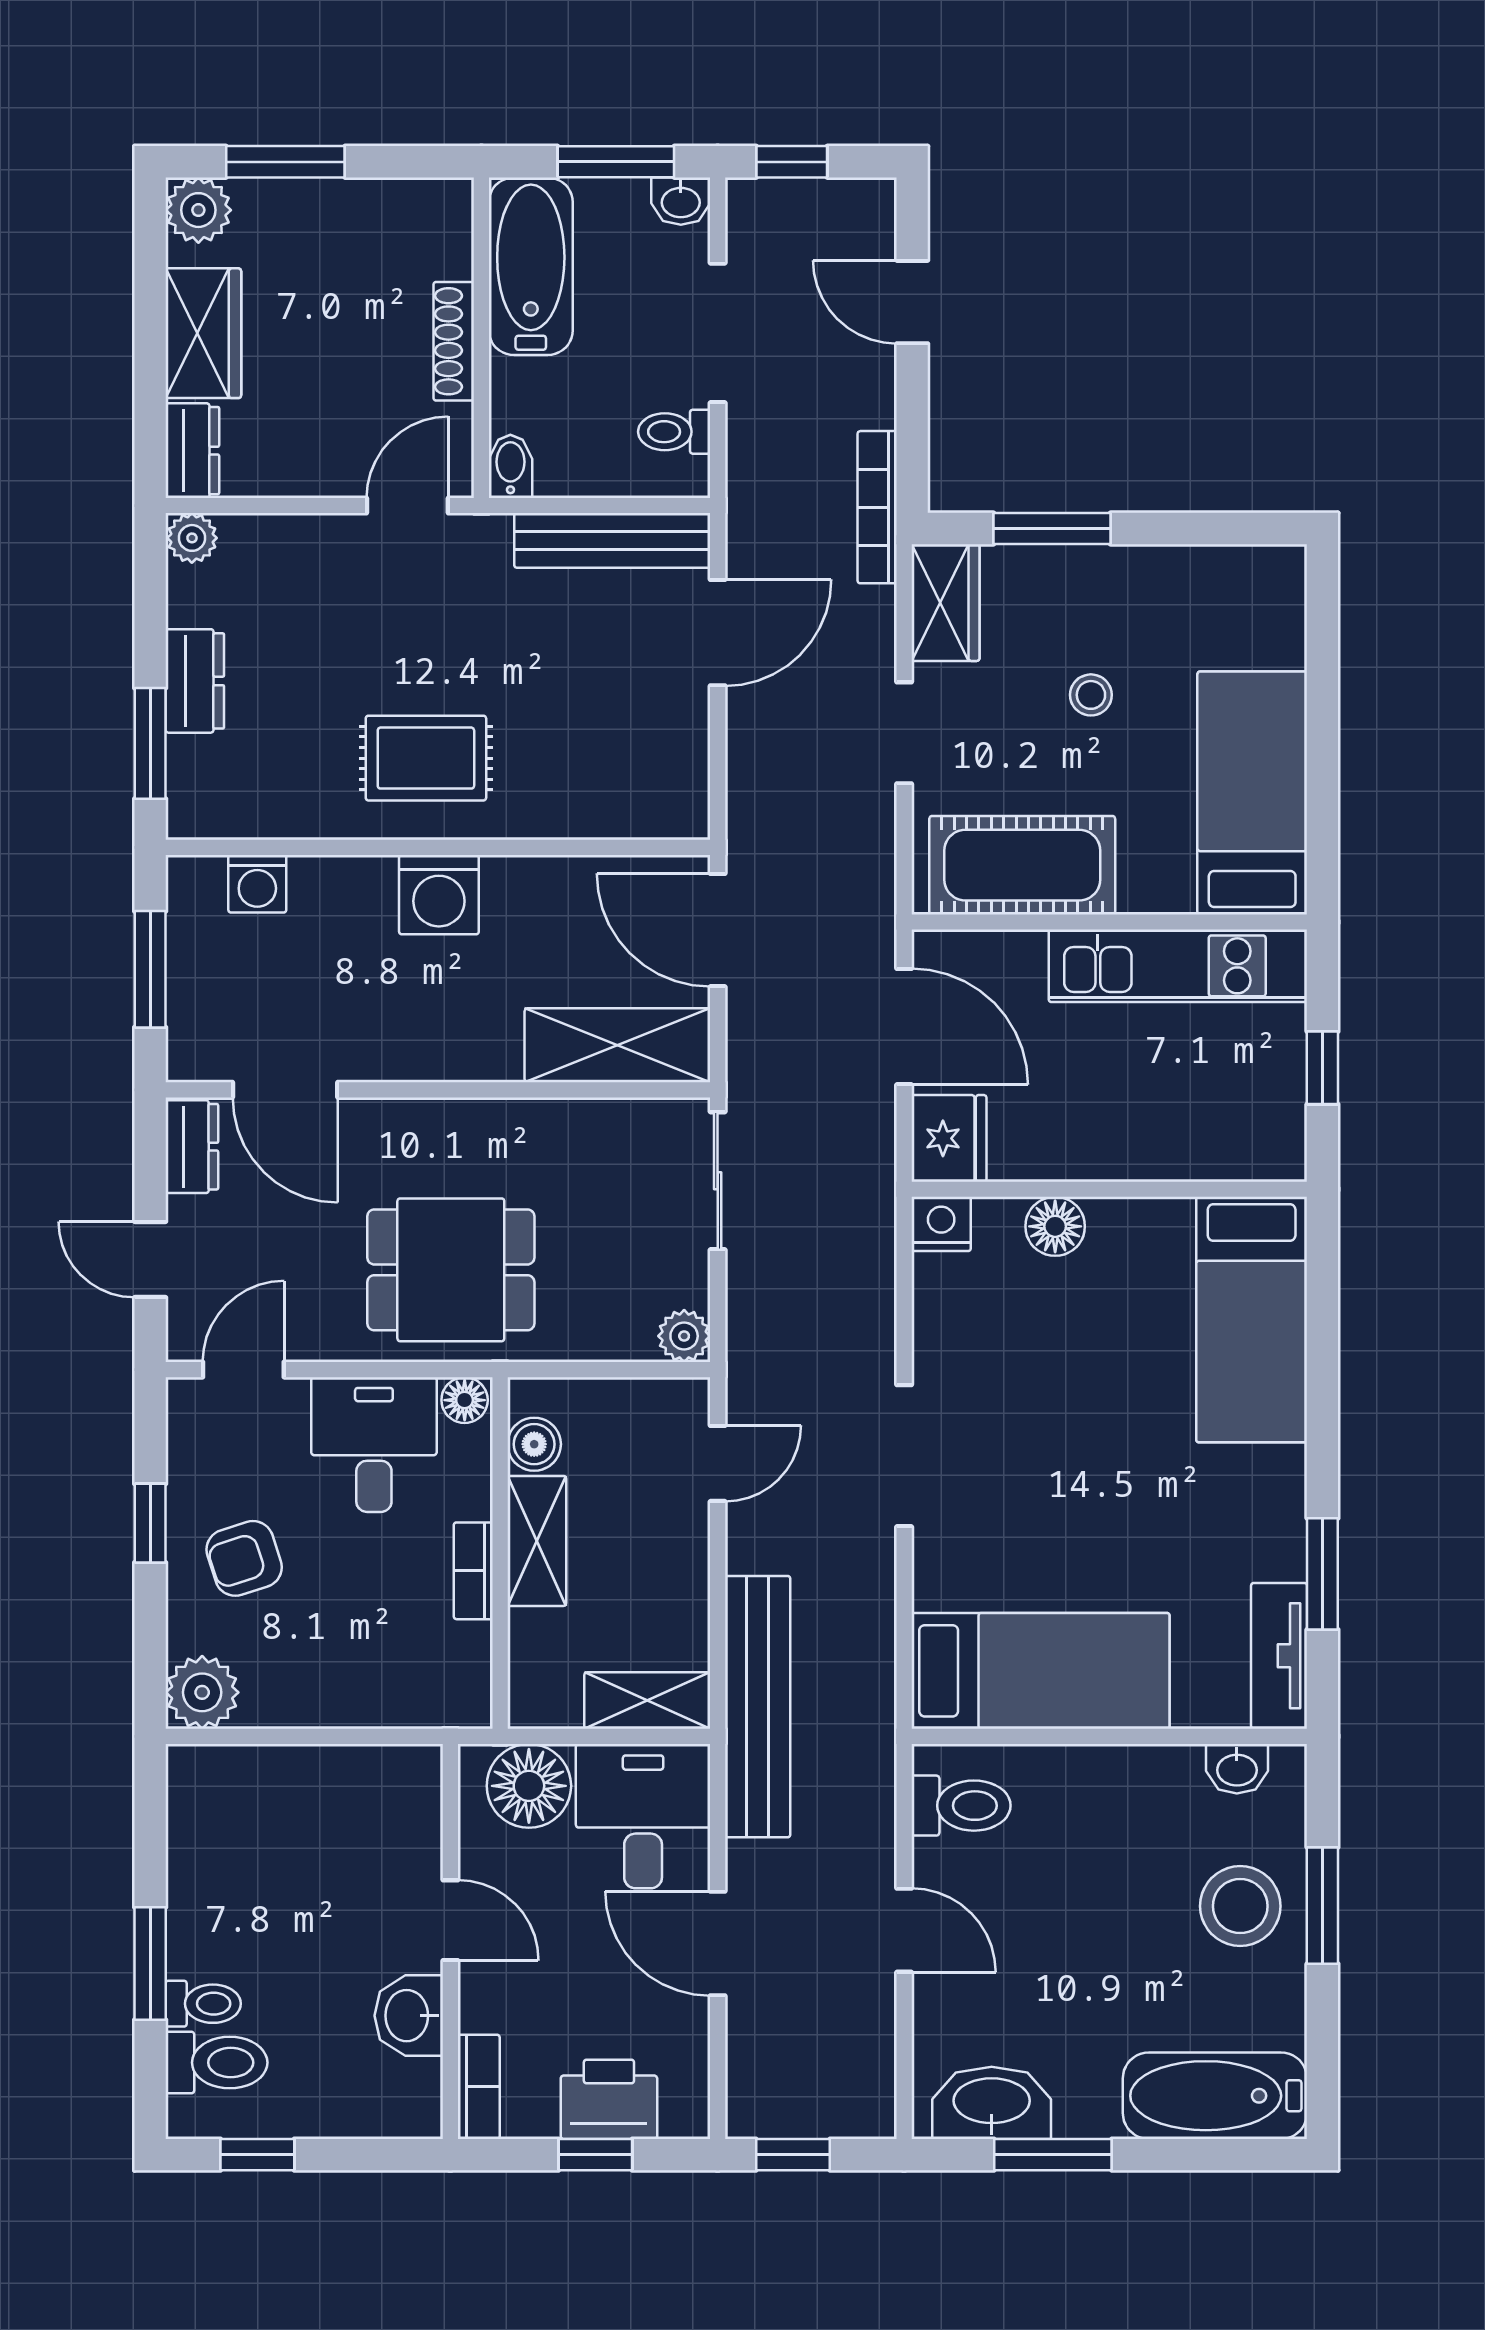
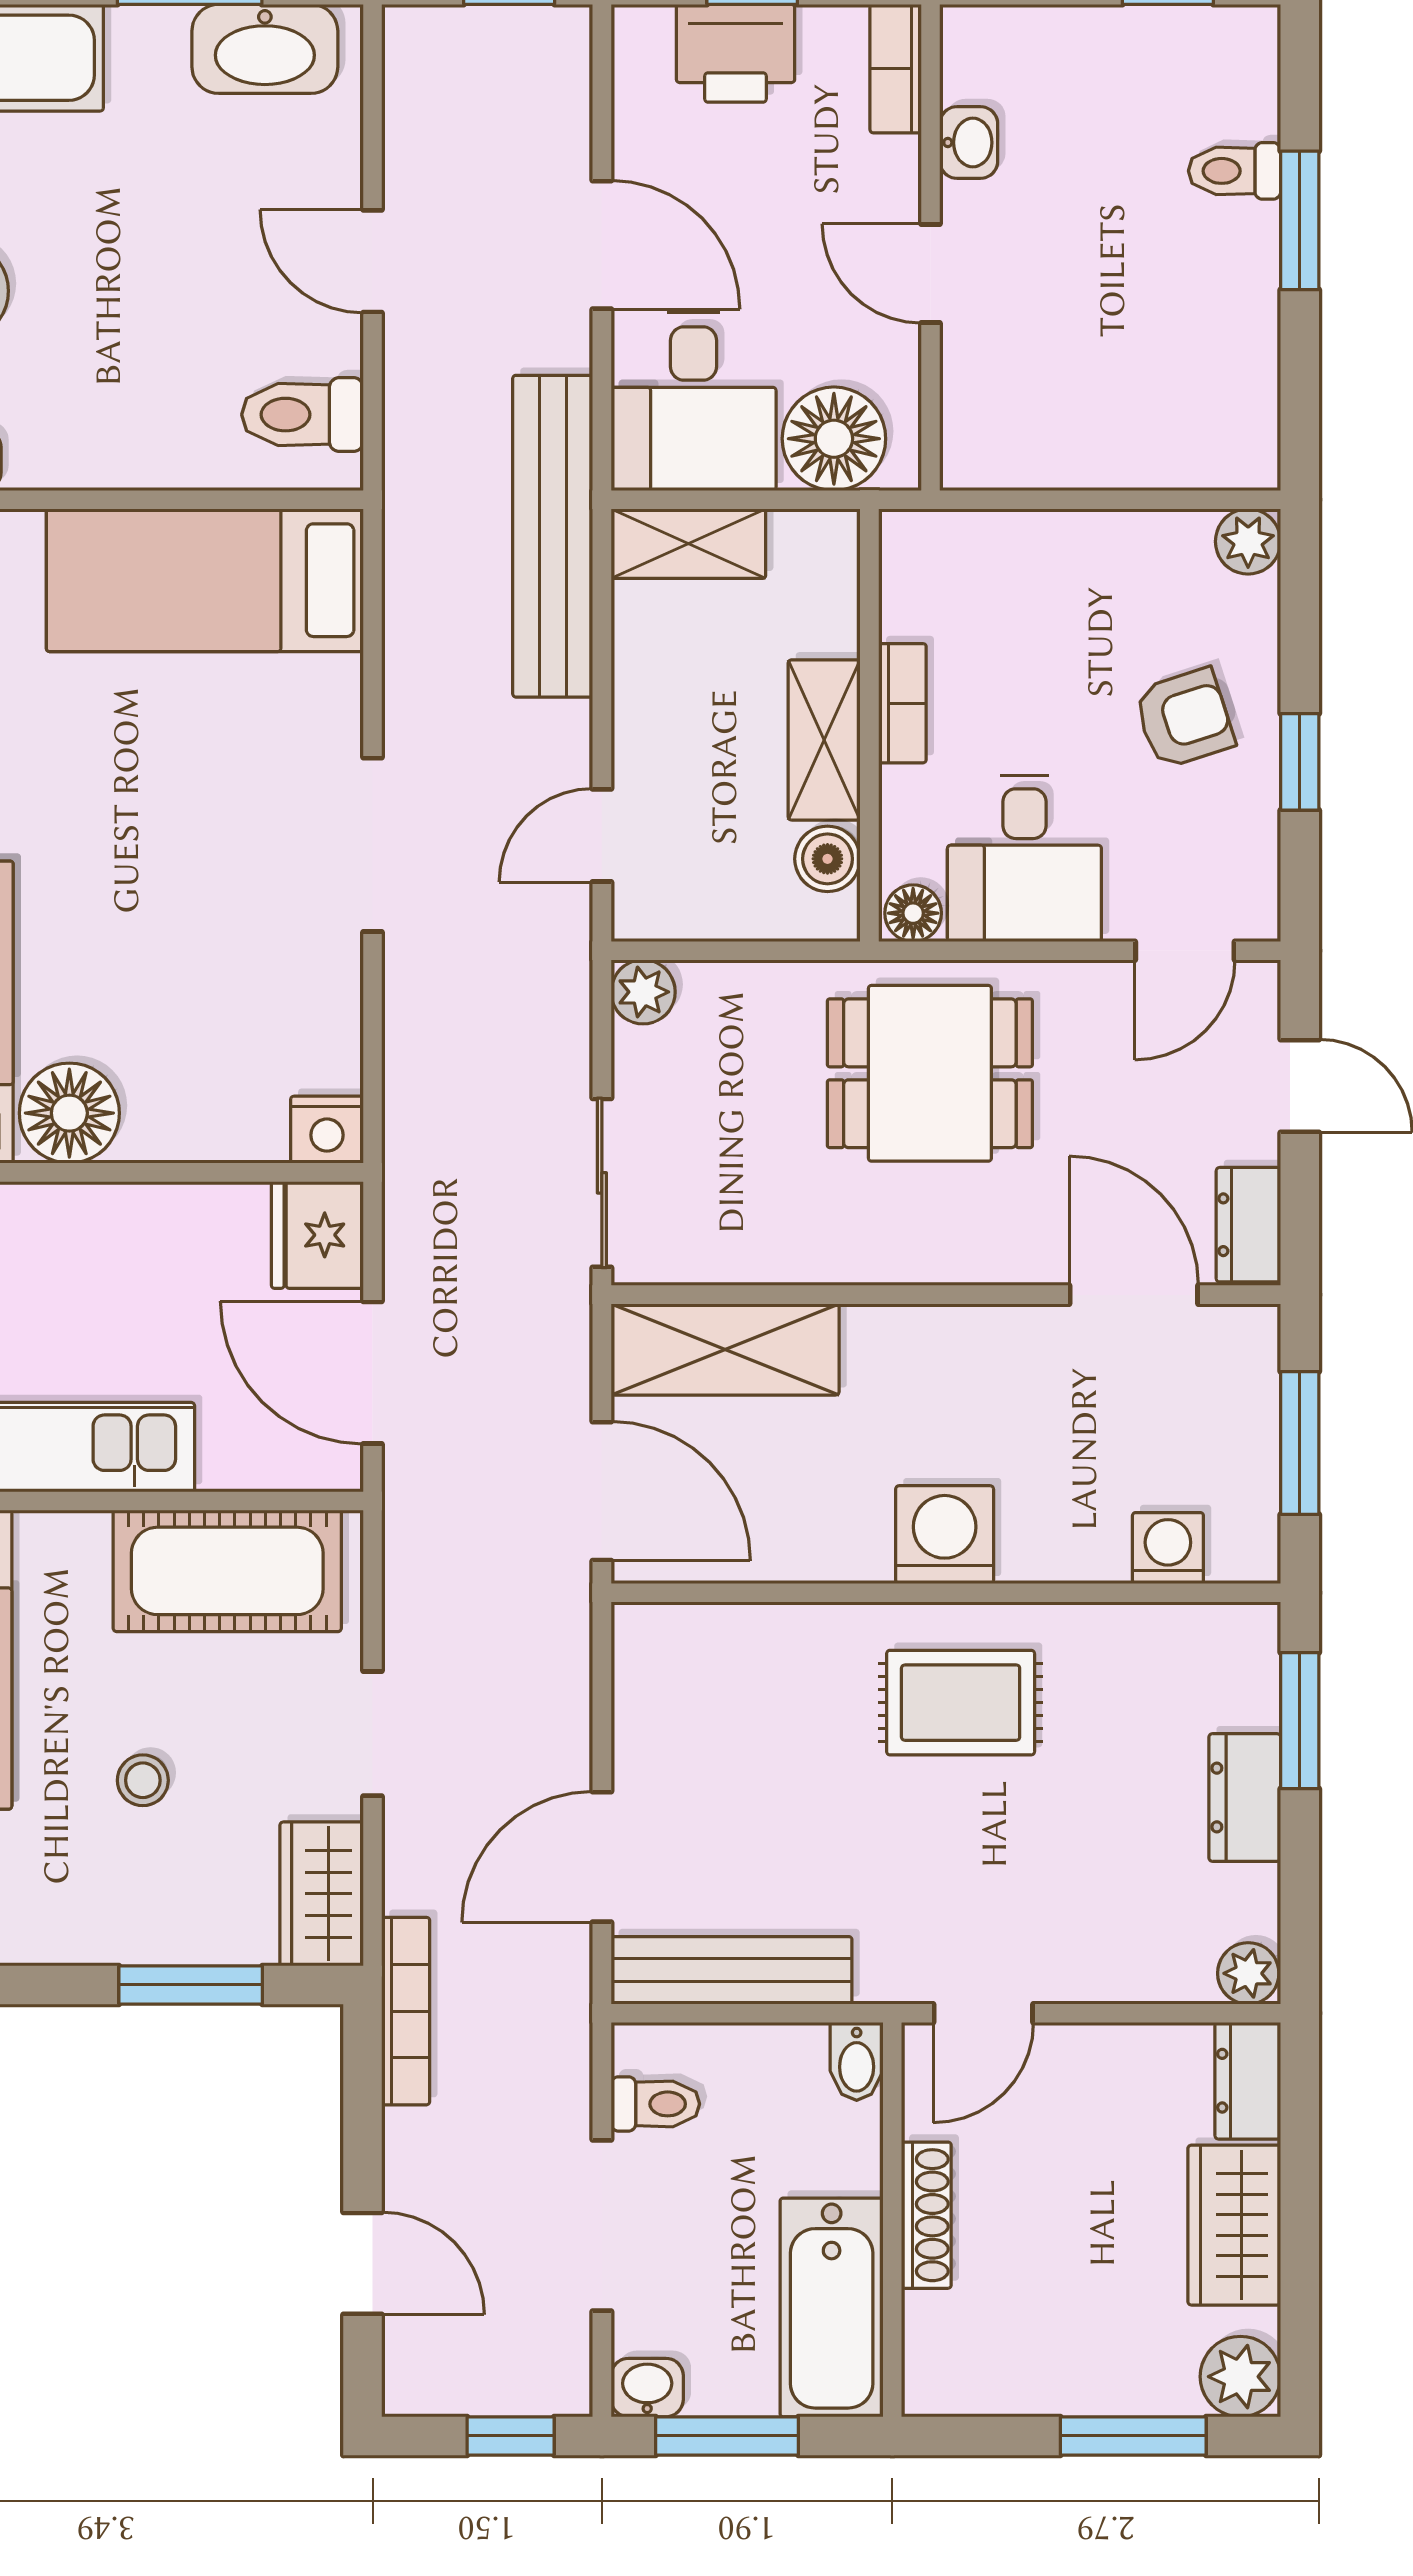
floor lamp: (1055, 1226) -> (69, 1113), moved, width x1.38, depth x1.38
plant: (202, 1692) -> (1248, 541), width x0.73, depth x0.73
washbasin: (409, 2016) -> (969, 143), width x0.72, depth x0.69
toilet: (216, 2063) -> (1218, 99), removed

